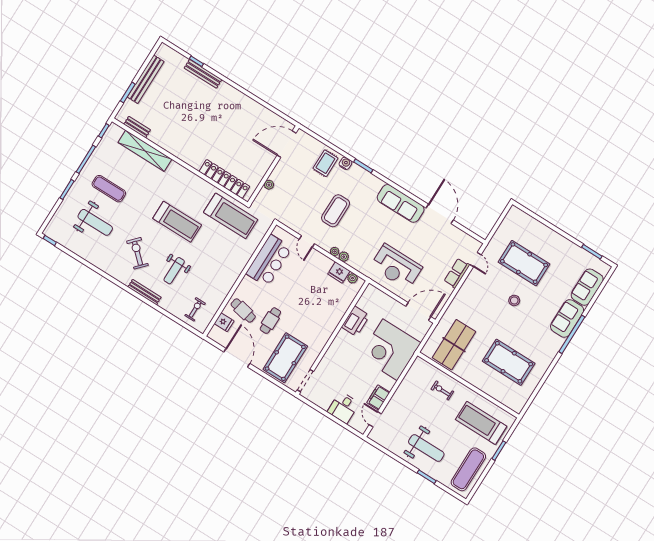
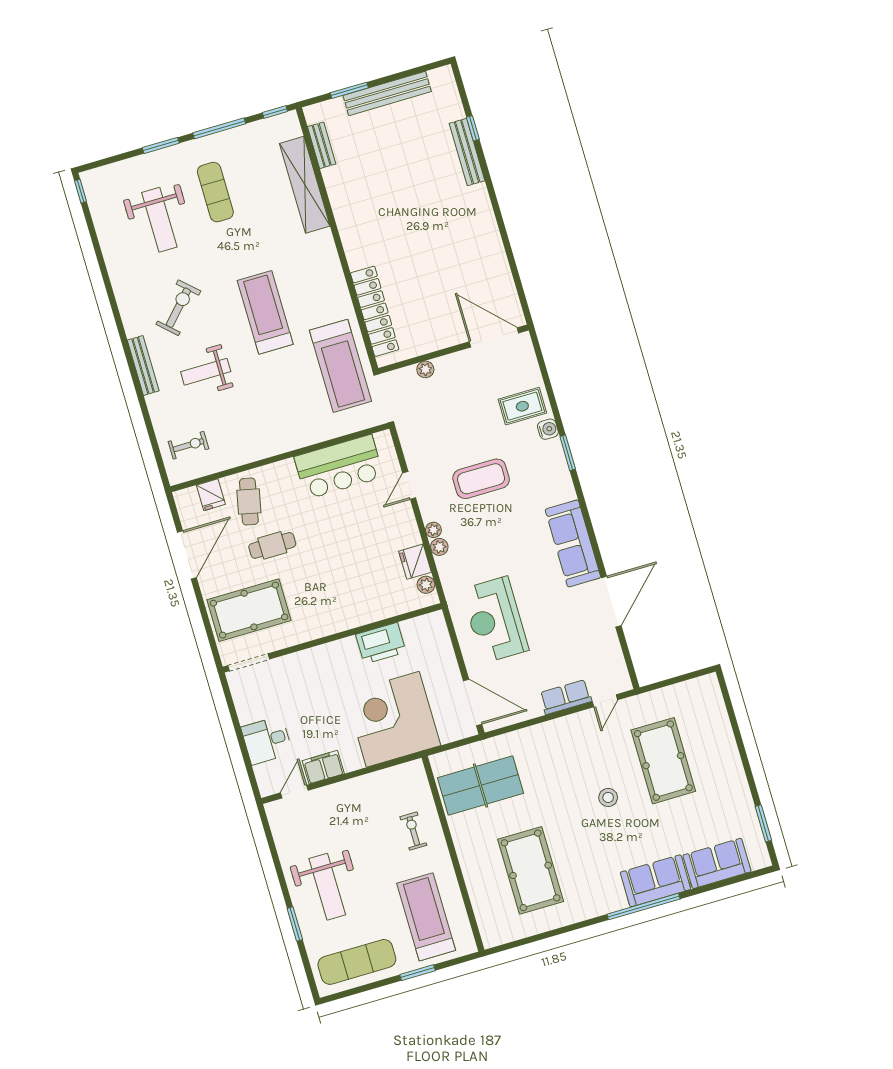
treadmill: (177, 222) -> (265, 312), turned 180

